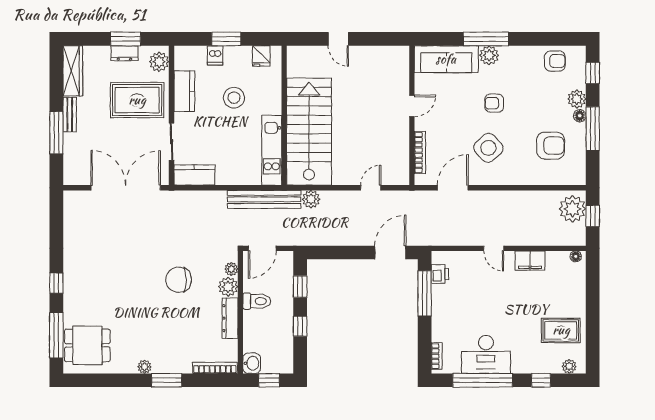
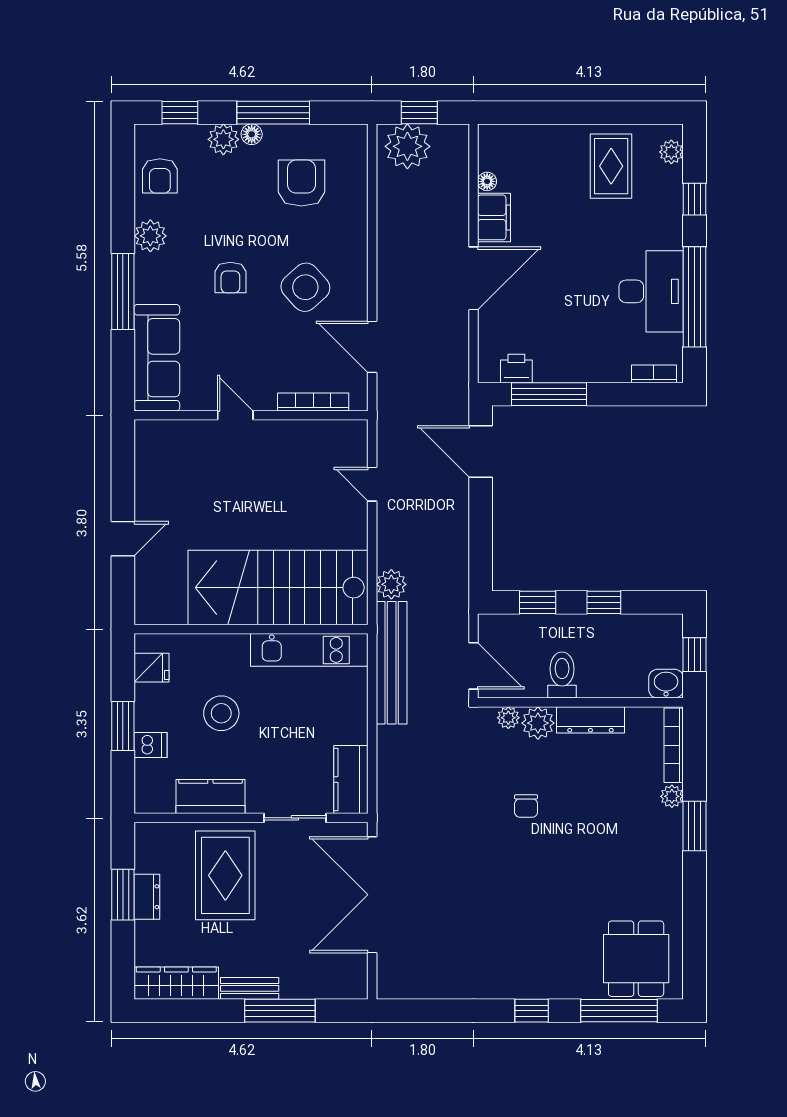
plant: (489, 55) -> (150, 236), moved
armchair: (555, 61) -> (160, 176), turned 180
plant: (159, 62) -> (161, 839), removed
door: (494, 248) -> (473, 278), width x1.87
floor lamp: (576, 256) -> (487, 181), moved
chair: (179, 280) -> (526, 806), width x0.54, depth x0.54
plant: (145, 367) -> (672, 796), moved

